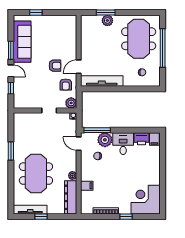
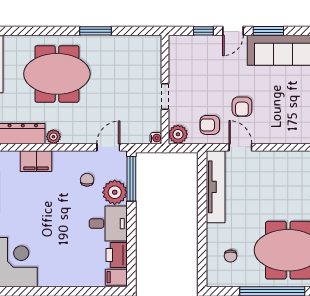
filing cabinet: (87, 186) -> (36, 161), width x2.00

